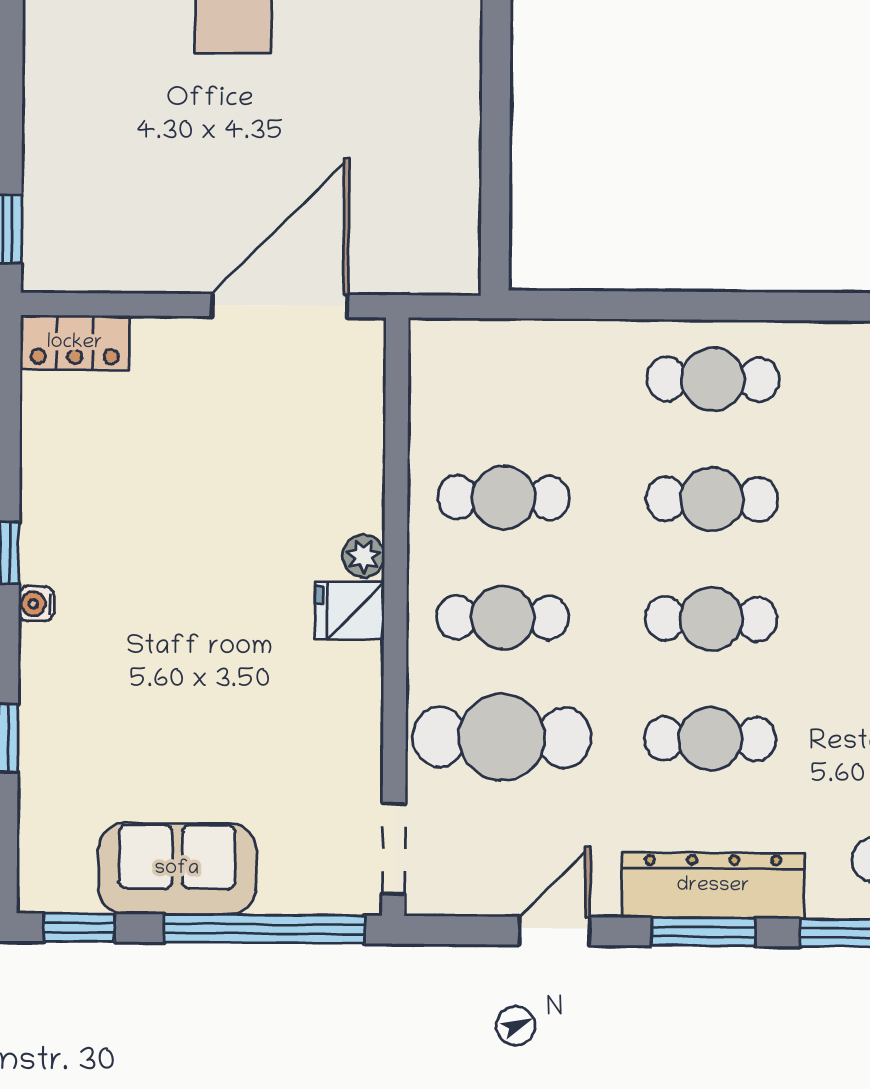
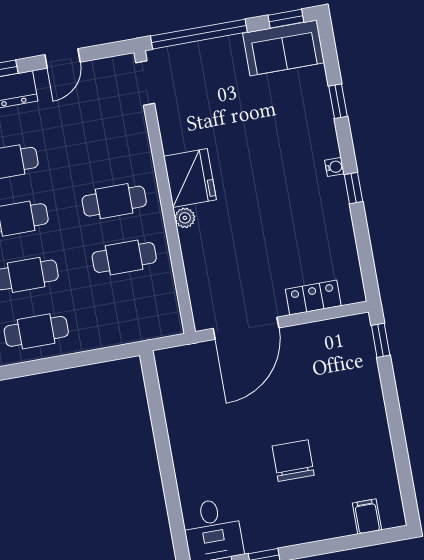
locker: (75, 343) -> (313, 298), moved
fridge: (350, 611) -> (190, 178), width x1.88, depth x1.34
cafe table: (502, 737) -> (104, 145), removed
sofa: (177, 869) -> (283, 48), moved

